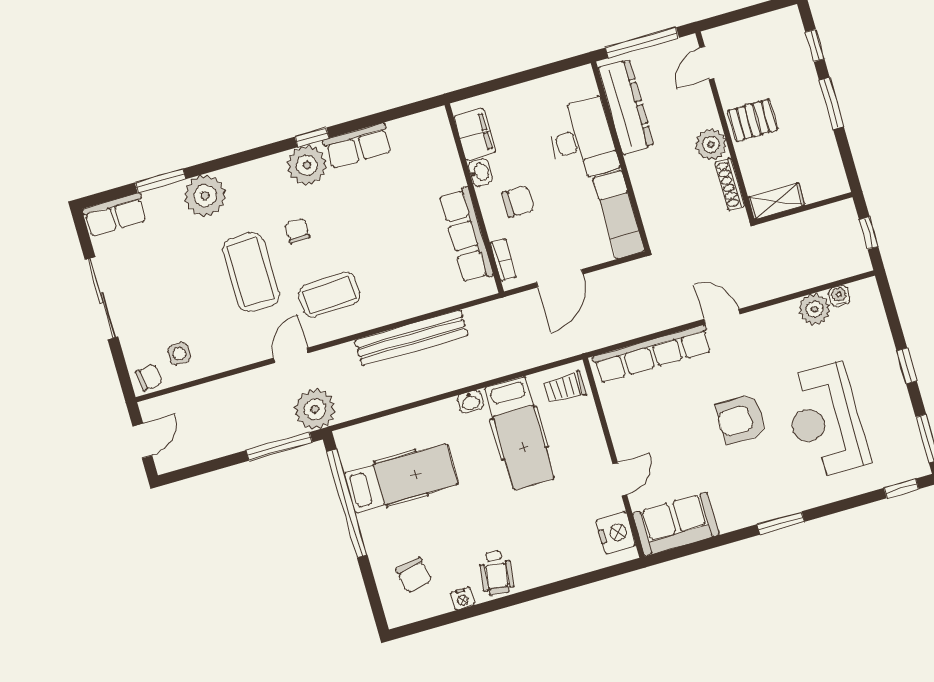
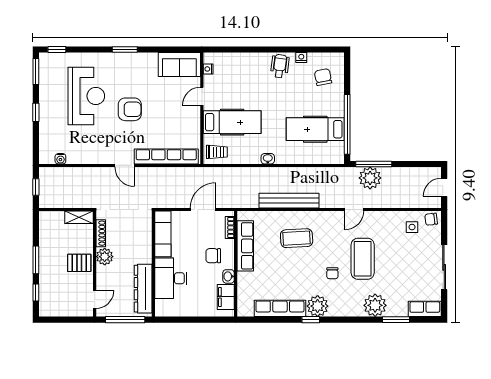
row of seats: (358, 146) -> (280, 308), width x1.48
coffee table: (329, 295) -> (297, 238), moved
plant: (814, 309) -> (75, 156), removed
plant: (315, 409) -> (370, 178), moved
hospital bed: (519, 433) -> (232, 122), moved, turned 90
nightstand: (616, 533) -> (208, 69), width x0.53, depth x0.56

